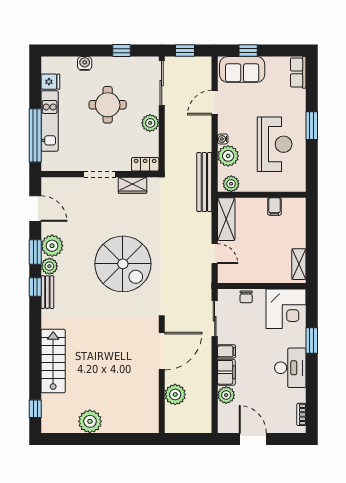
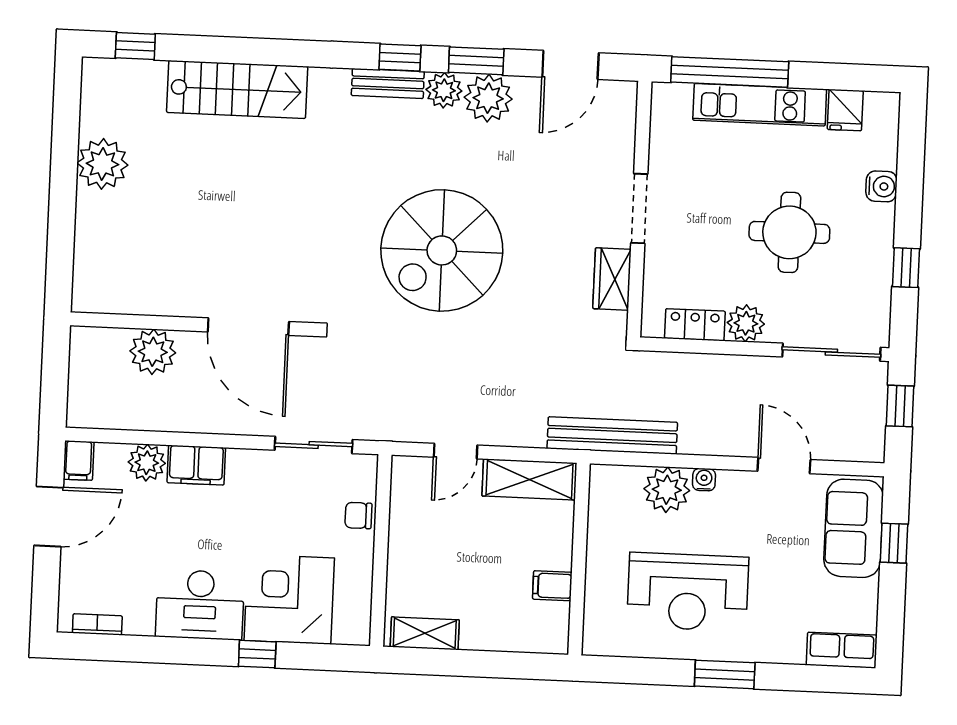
locker: (145, 164) -> (695, 325), moved, turned -90
plant: (231, 184) -> (606, 493), removed
corner desk: (286, 309) -> (289, 599), moved, turned 90
window: (312, 341) -> (257, 654), width x0.67
filing cabinet: (227, 351) -> (79, 460), moved

